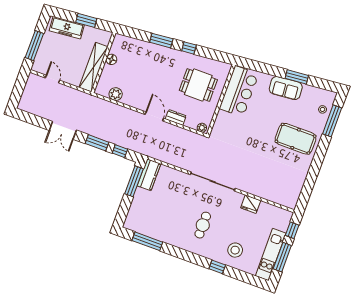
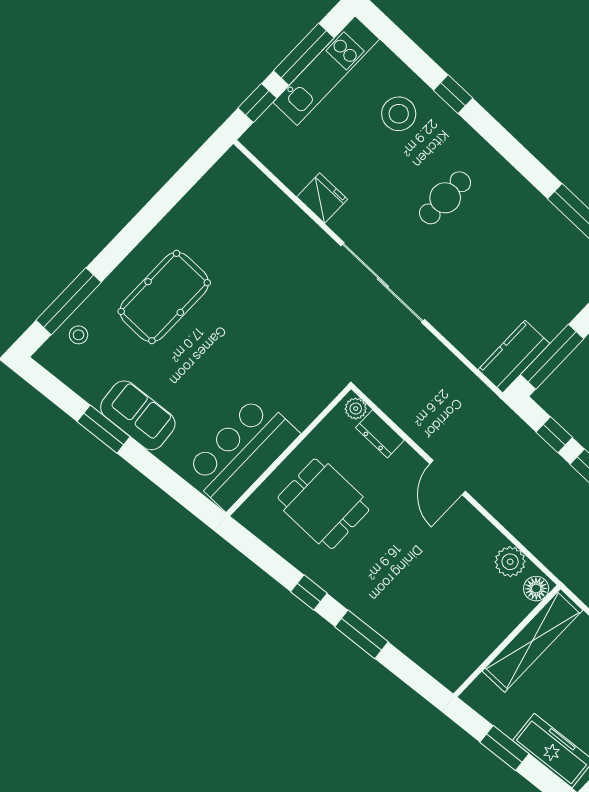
floor lamp: (111, 59) -> (536, 589), moved
dresser: (176, 117) -> (380, 434), moved
pool table: (296, 139) -> (164, 297), turned 90

